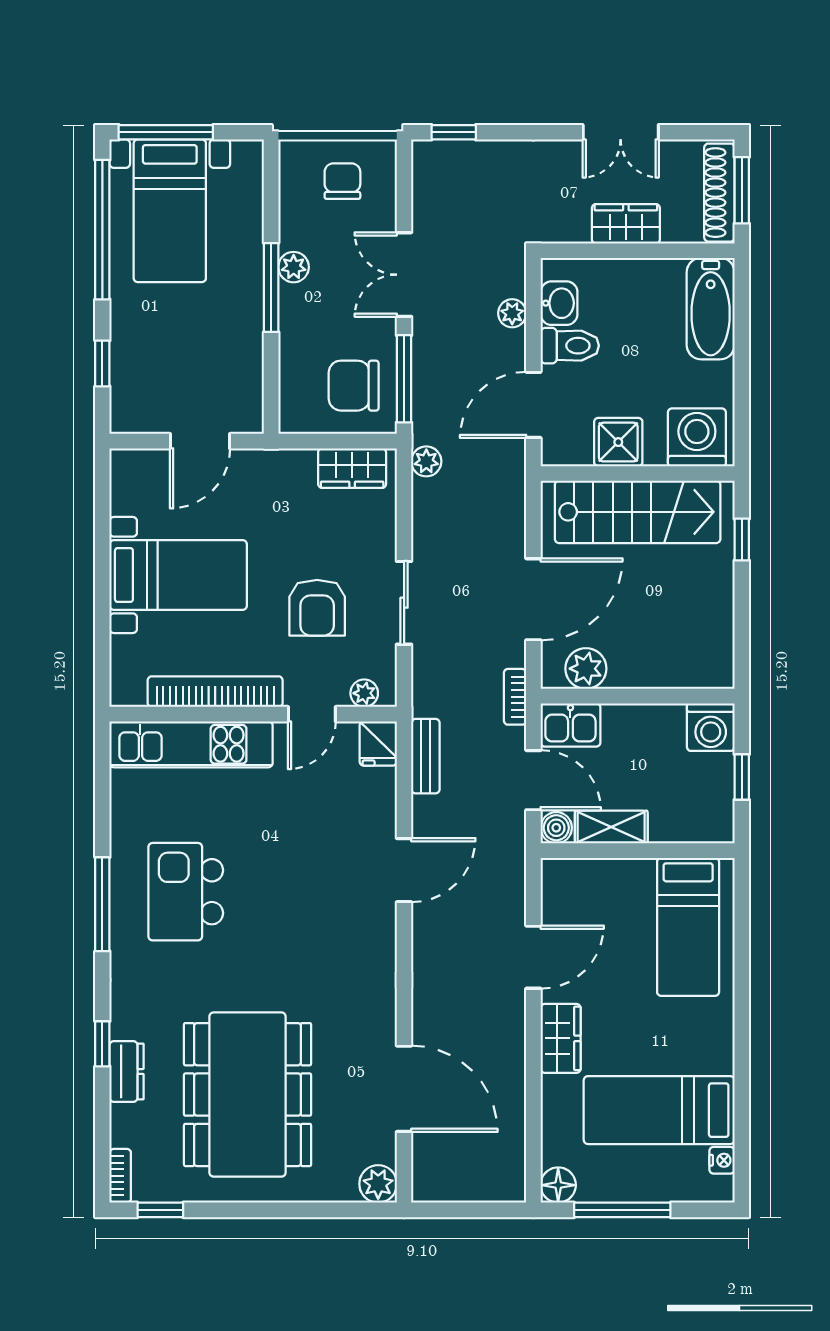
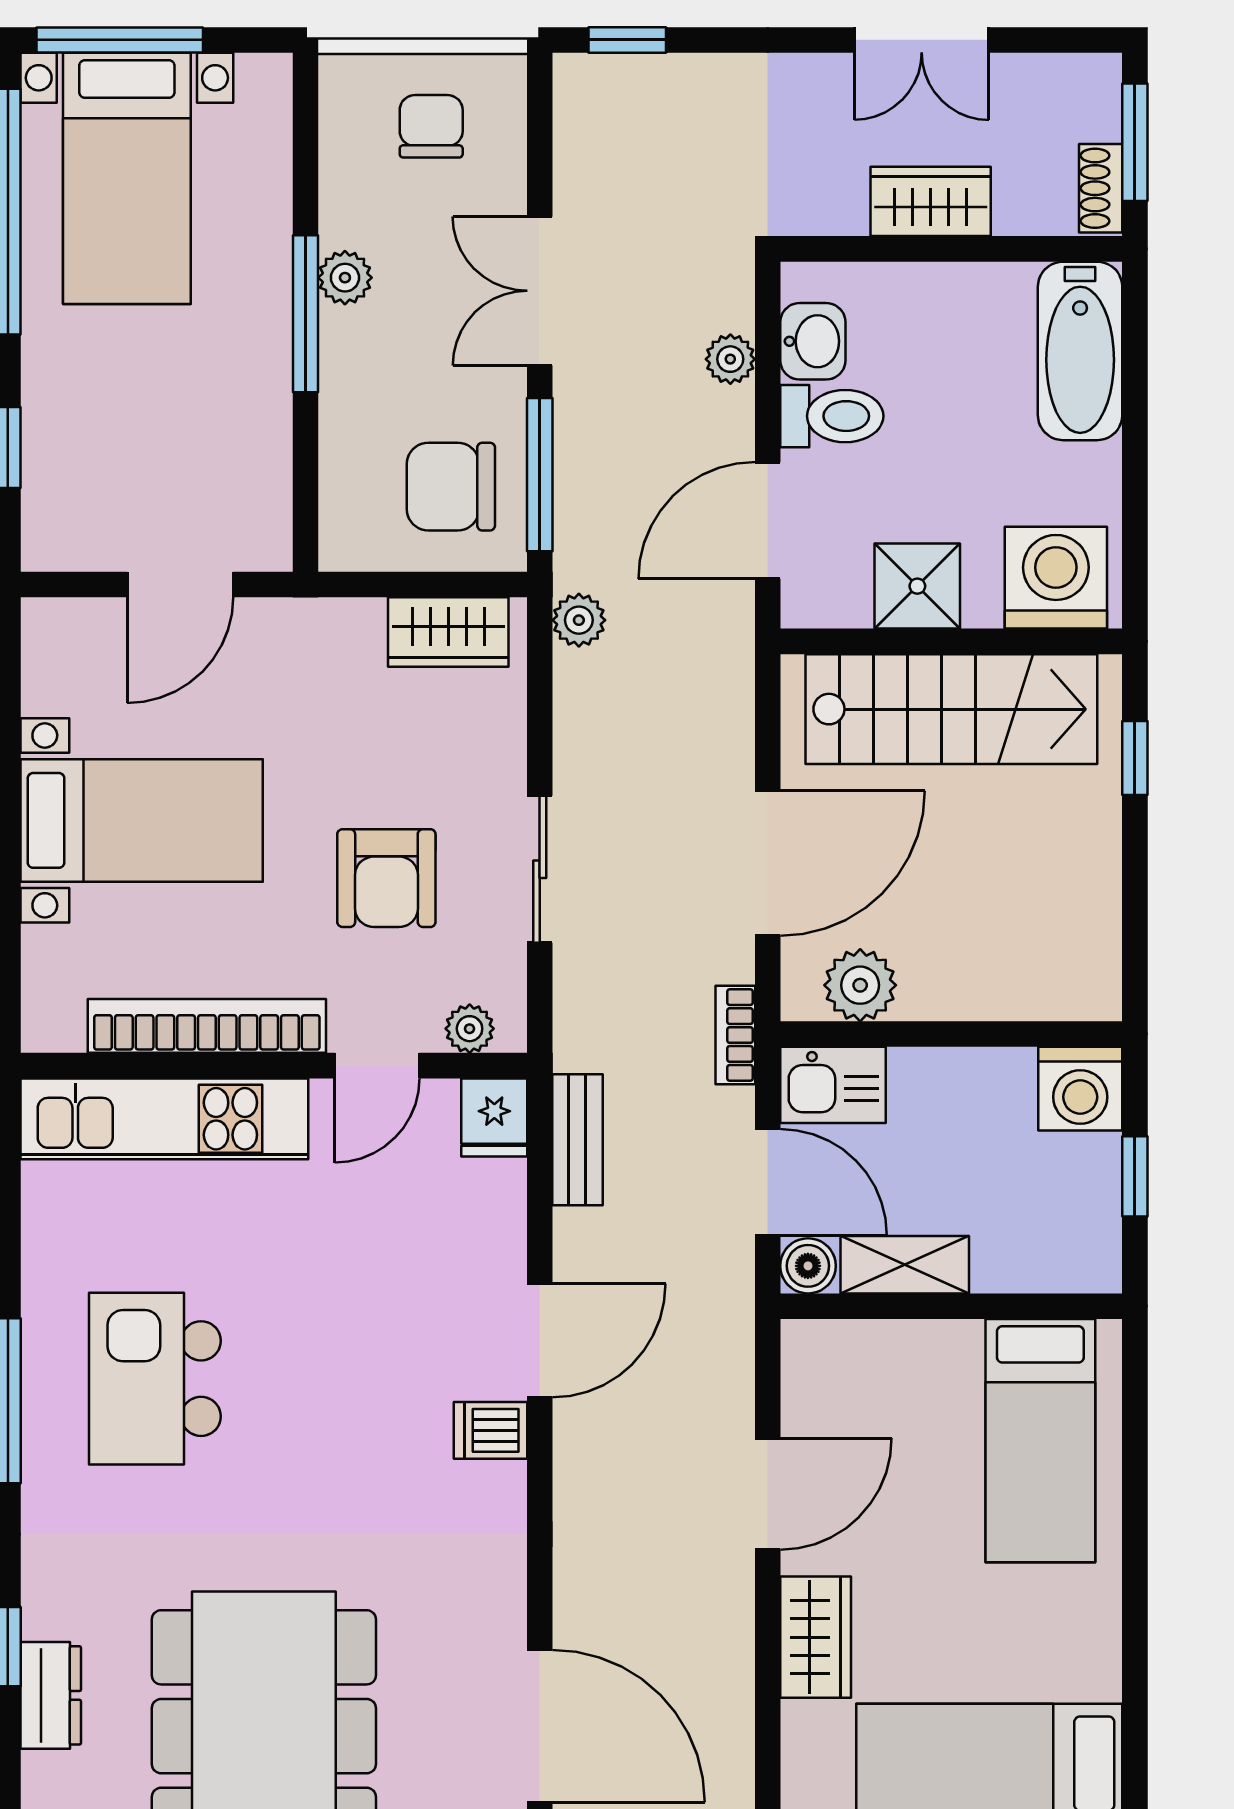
shoe rack: (719, 193) -> (1101, 188), width x0.51, depth x0.81
dishwasher: (376, 921) -> (490, 1430), added

